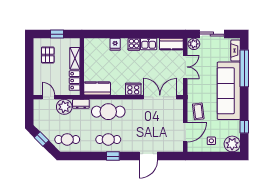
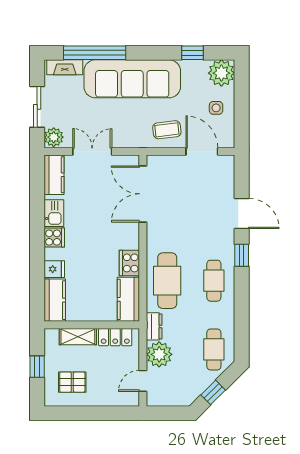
kitchen counter: (97, 44) -> (55, 300), added
cooker: (133, 89) -> (129, 263), moved
window: (113, 156) -> (242, 255), moved

